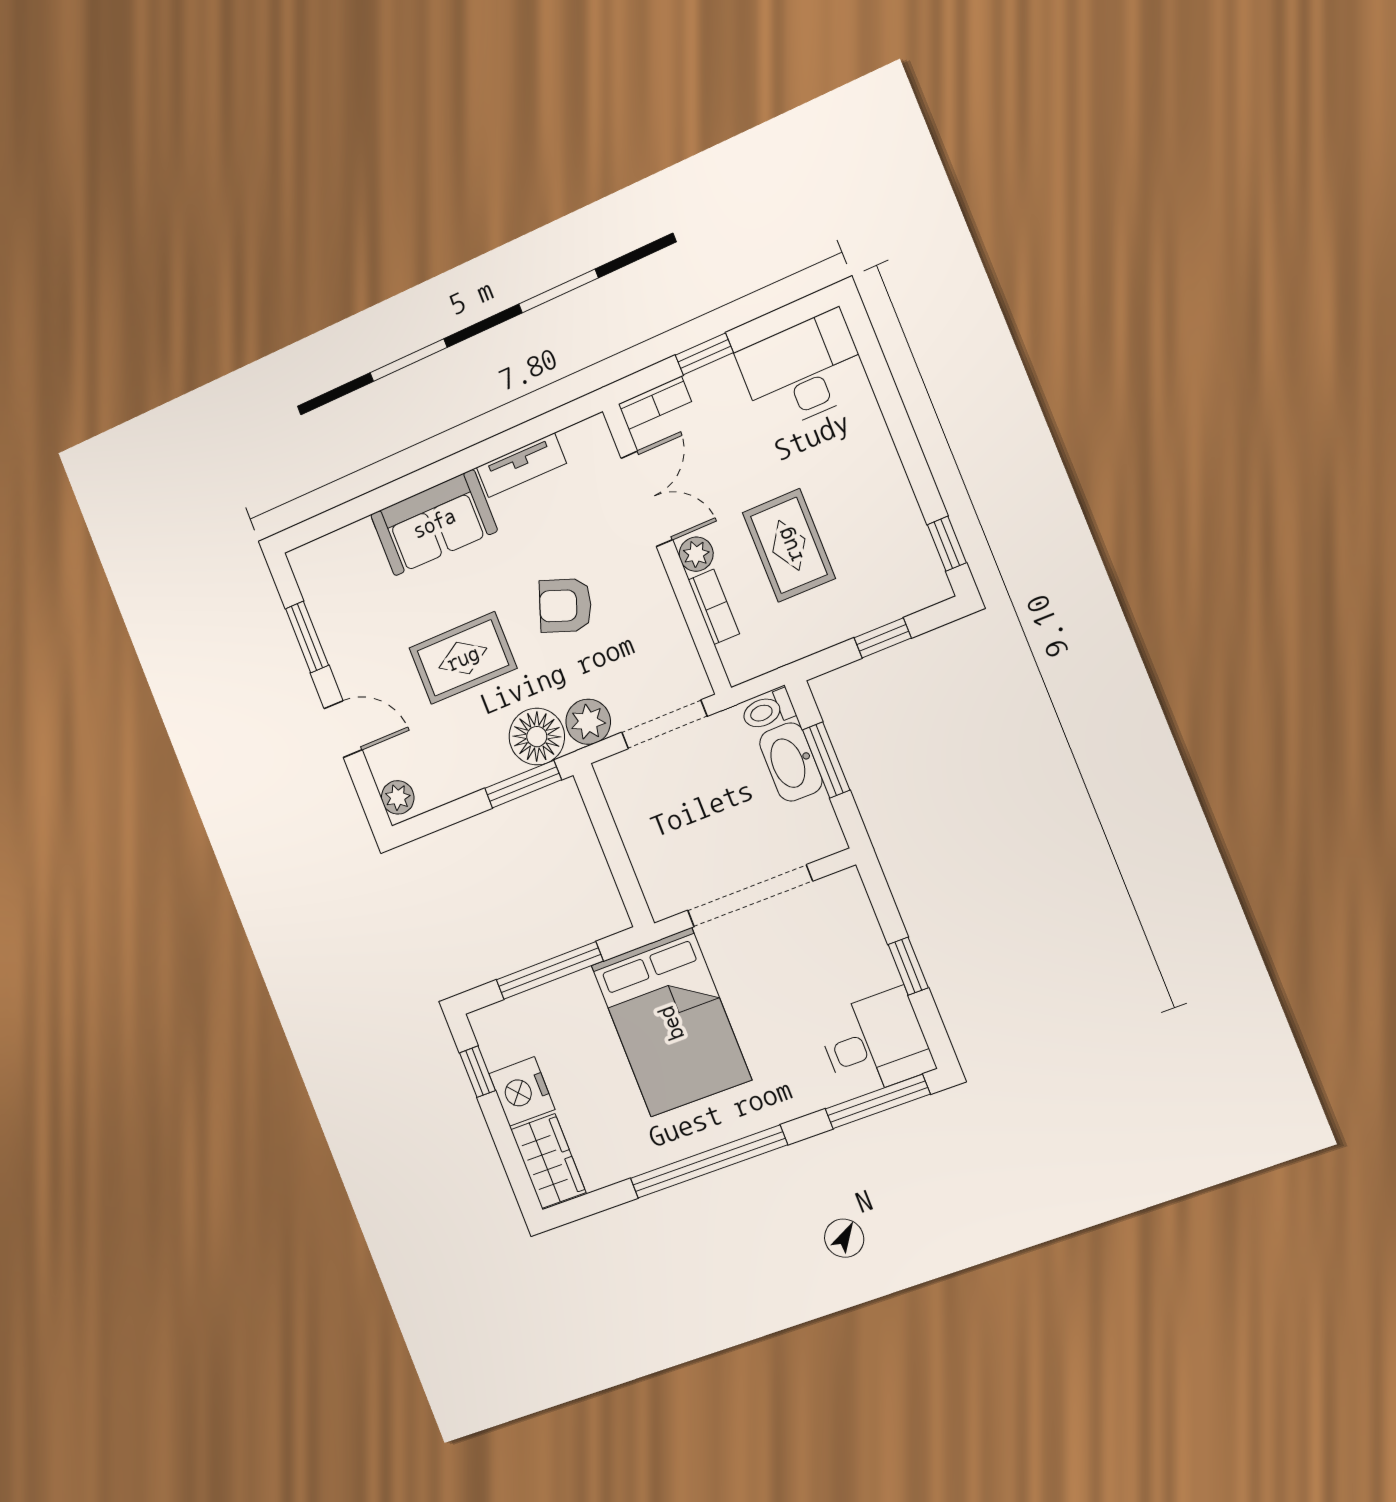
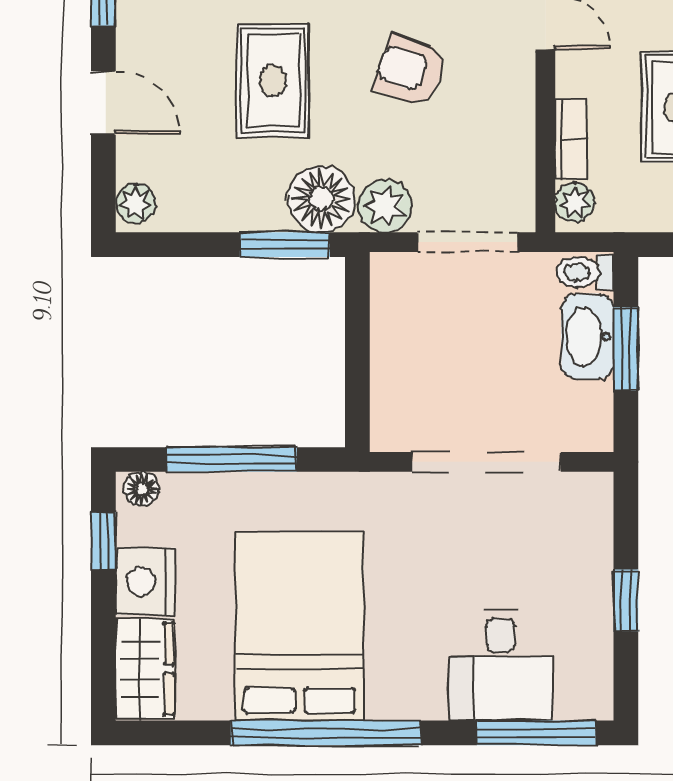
plant: (696, 554) -> (575, 202), moved
rug: (463, 658) -> (273, 80), turned 90
floor lamp: (490, 1020) -> (142, 489), added
bed: (671, 1023) -> (299, 626), moved, turned 180
desk: (875, 1043) -> (501, 665), moved, turned 90

